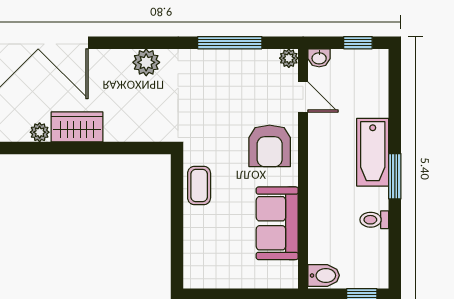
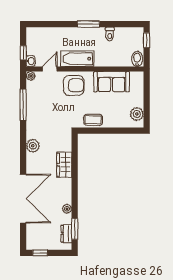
window: (358, 43) -> (23, 53), moved
wardrobe: (77, 127) -> (64, 165), moved
plant: (40, 132) -> (67, 209), moved
bathtub: (373, 152) -> (77, 59), moved, turned 180
plant: (211, 275) -> (137, 114), added

